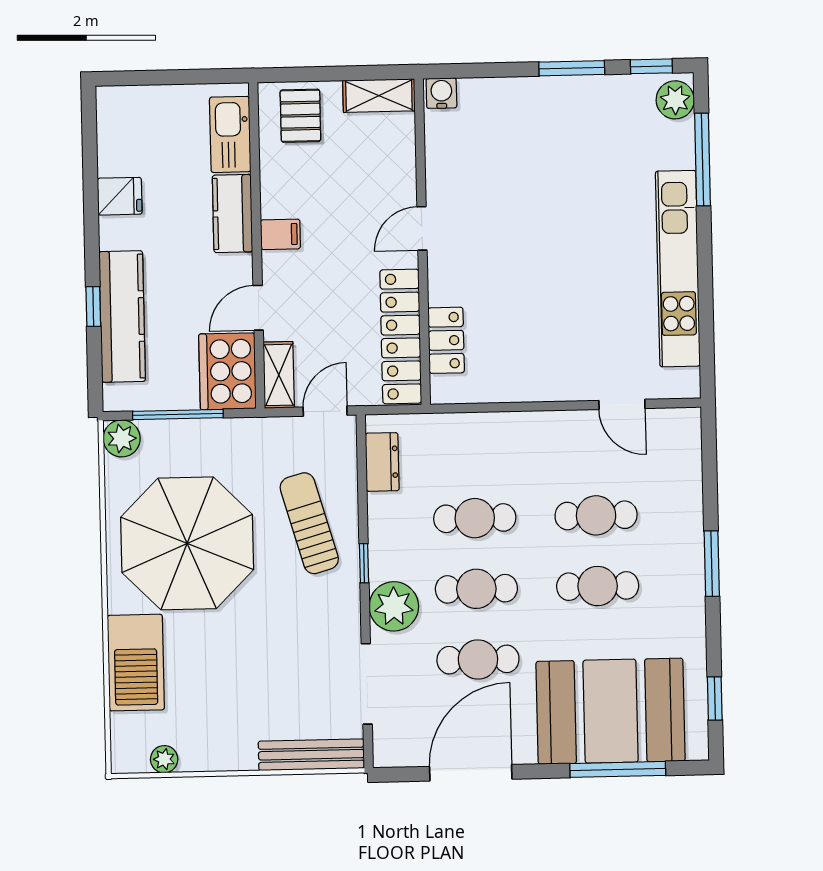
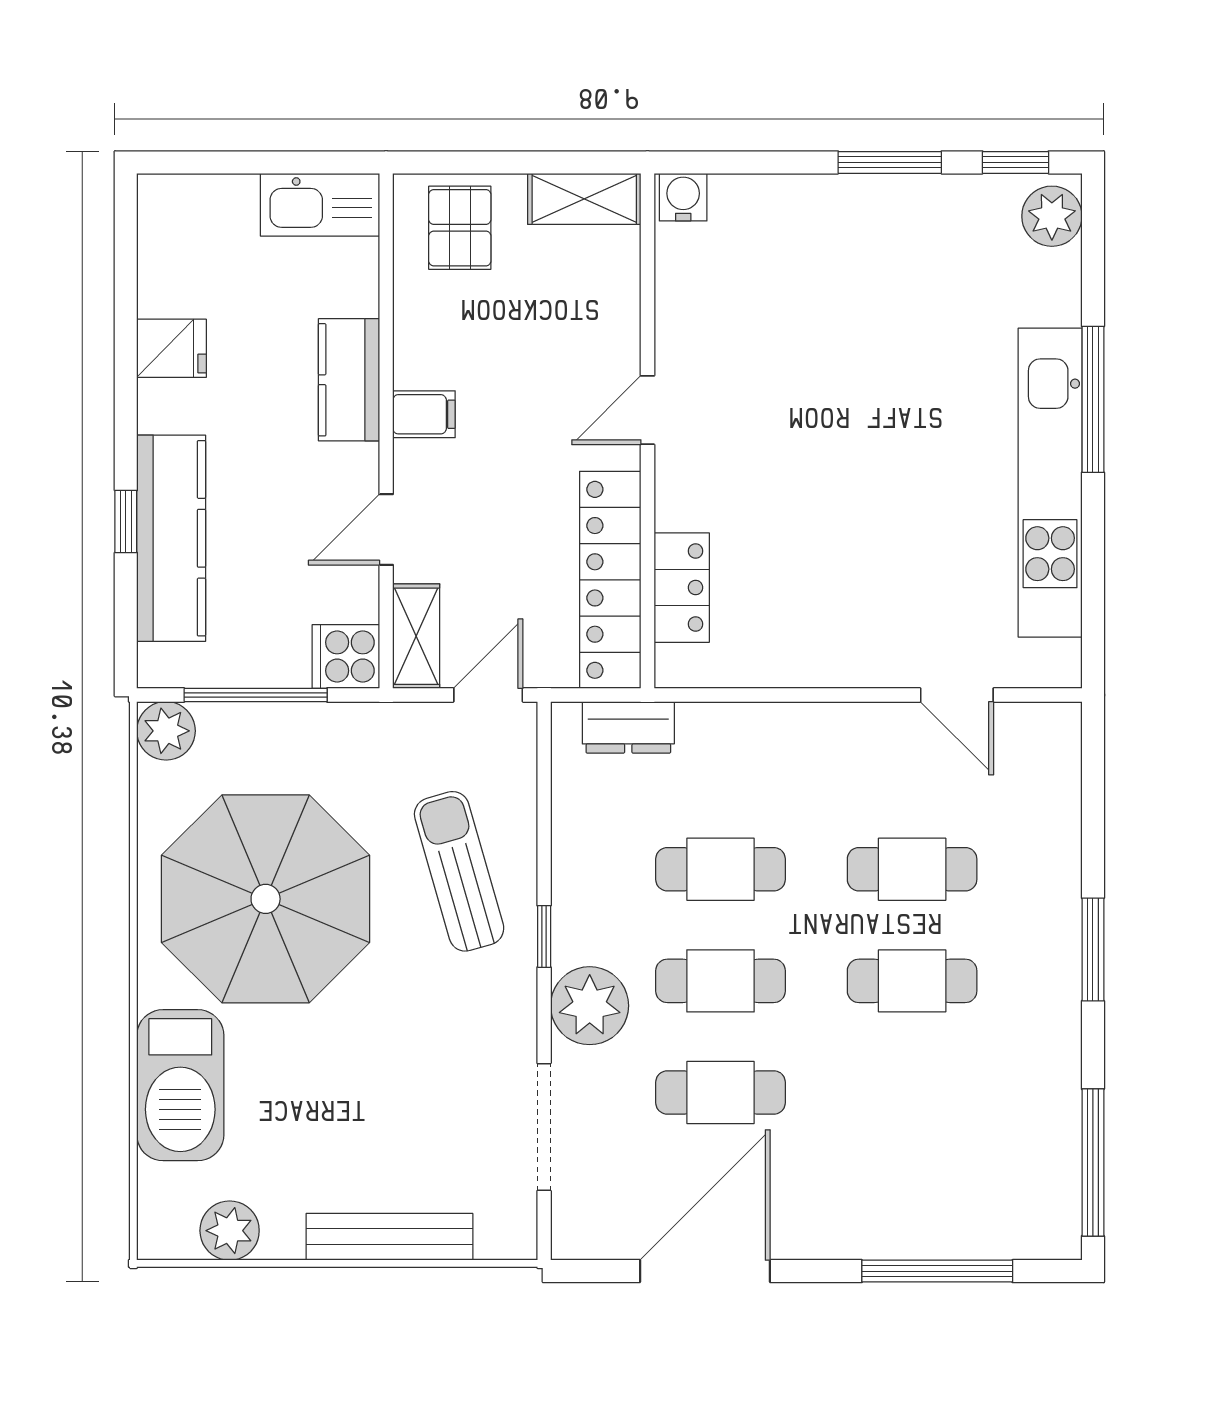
kitchen sink: (230, 134) -> (320, 205), moved, turned -90
window: (703, 160) -> (1093, 399), moved
cooker: (227, 371) -> (346, 656), width x0.53, depth x0.76
dresser: (382, 462) -> (628, 727), moved, turned 90
window: (715, 698) -> (1093, 1162), width x2.17
booth: (611, 711) -> (928, 1179), removed
bench: (311, 755) -> (389, 1237), moved
plant: (164, 759) -> (230, 1231), width x1.38, depth x1.38

